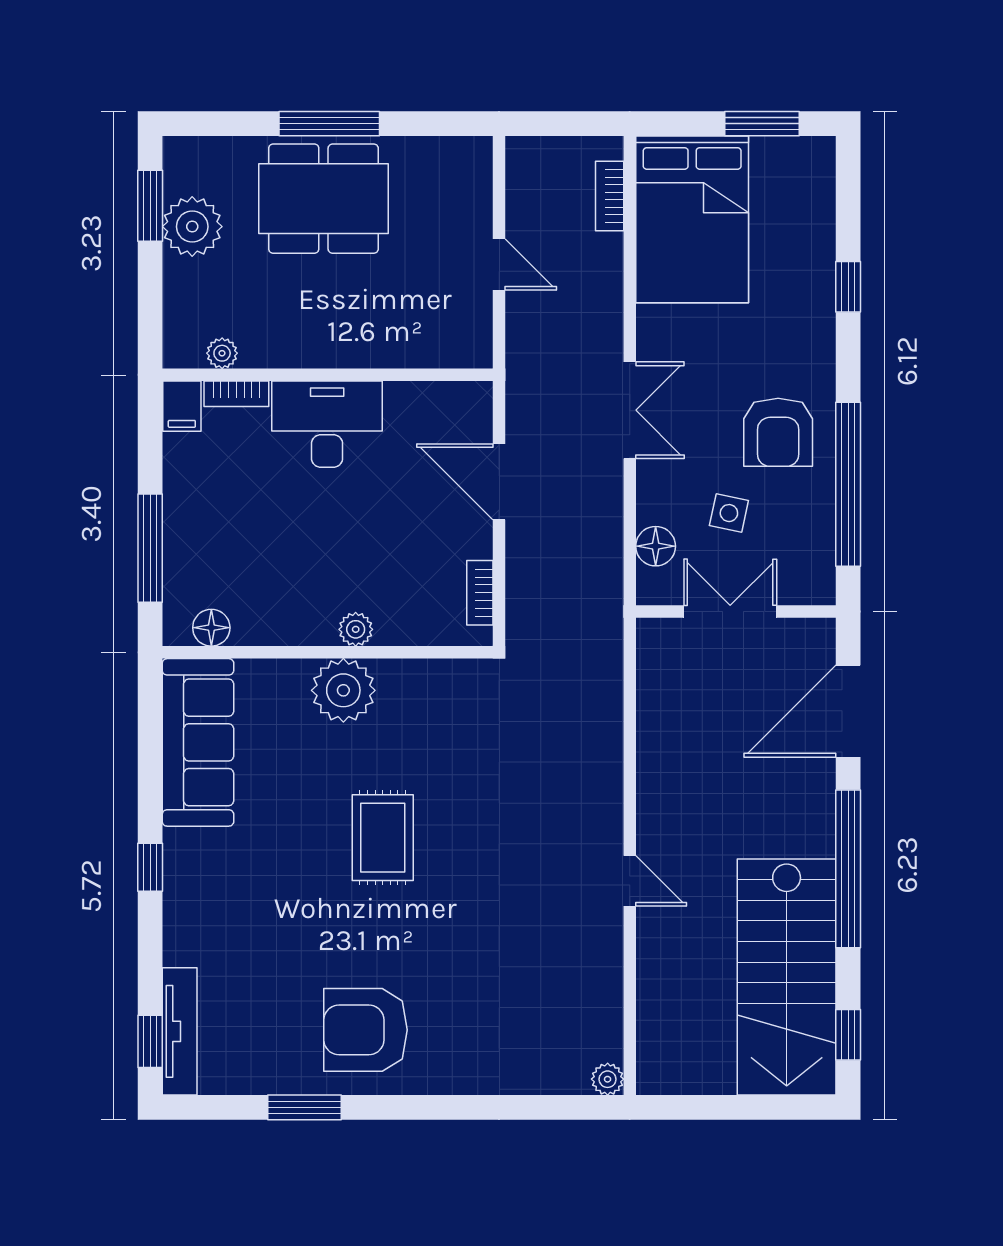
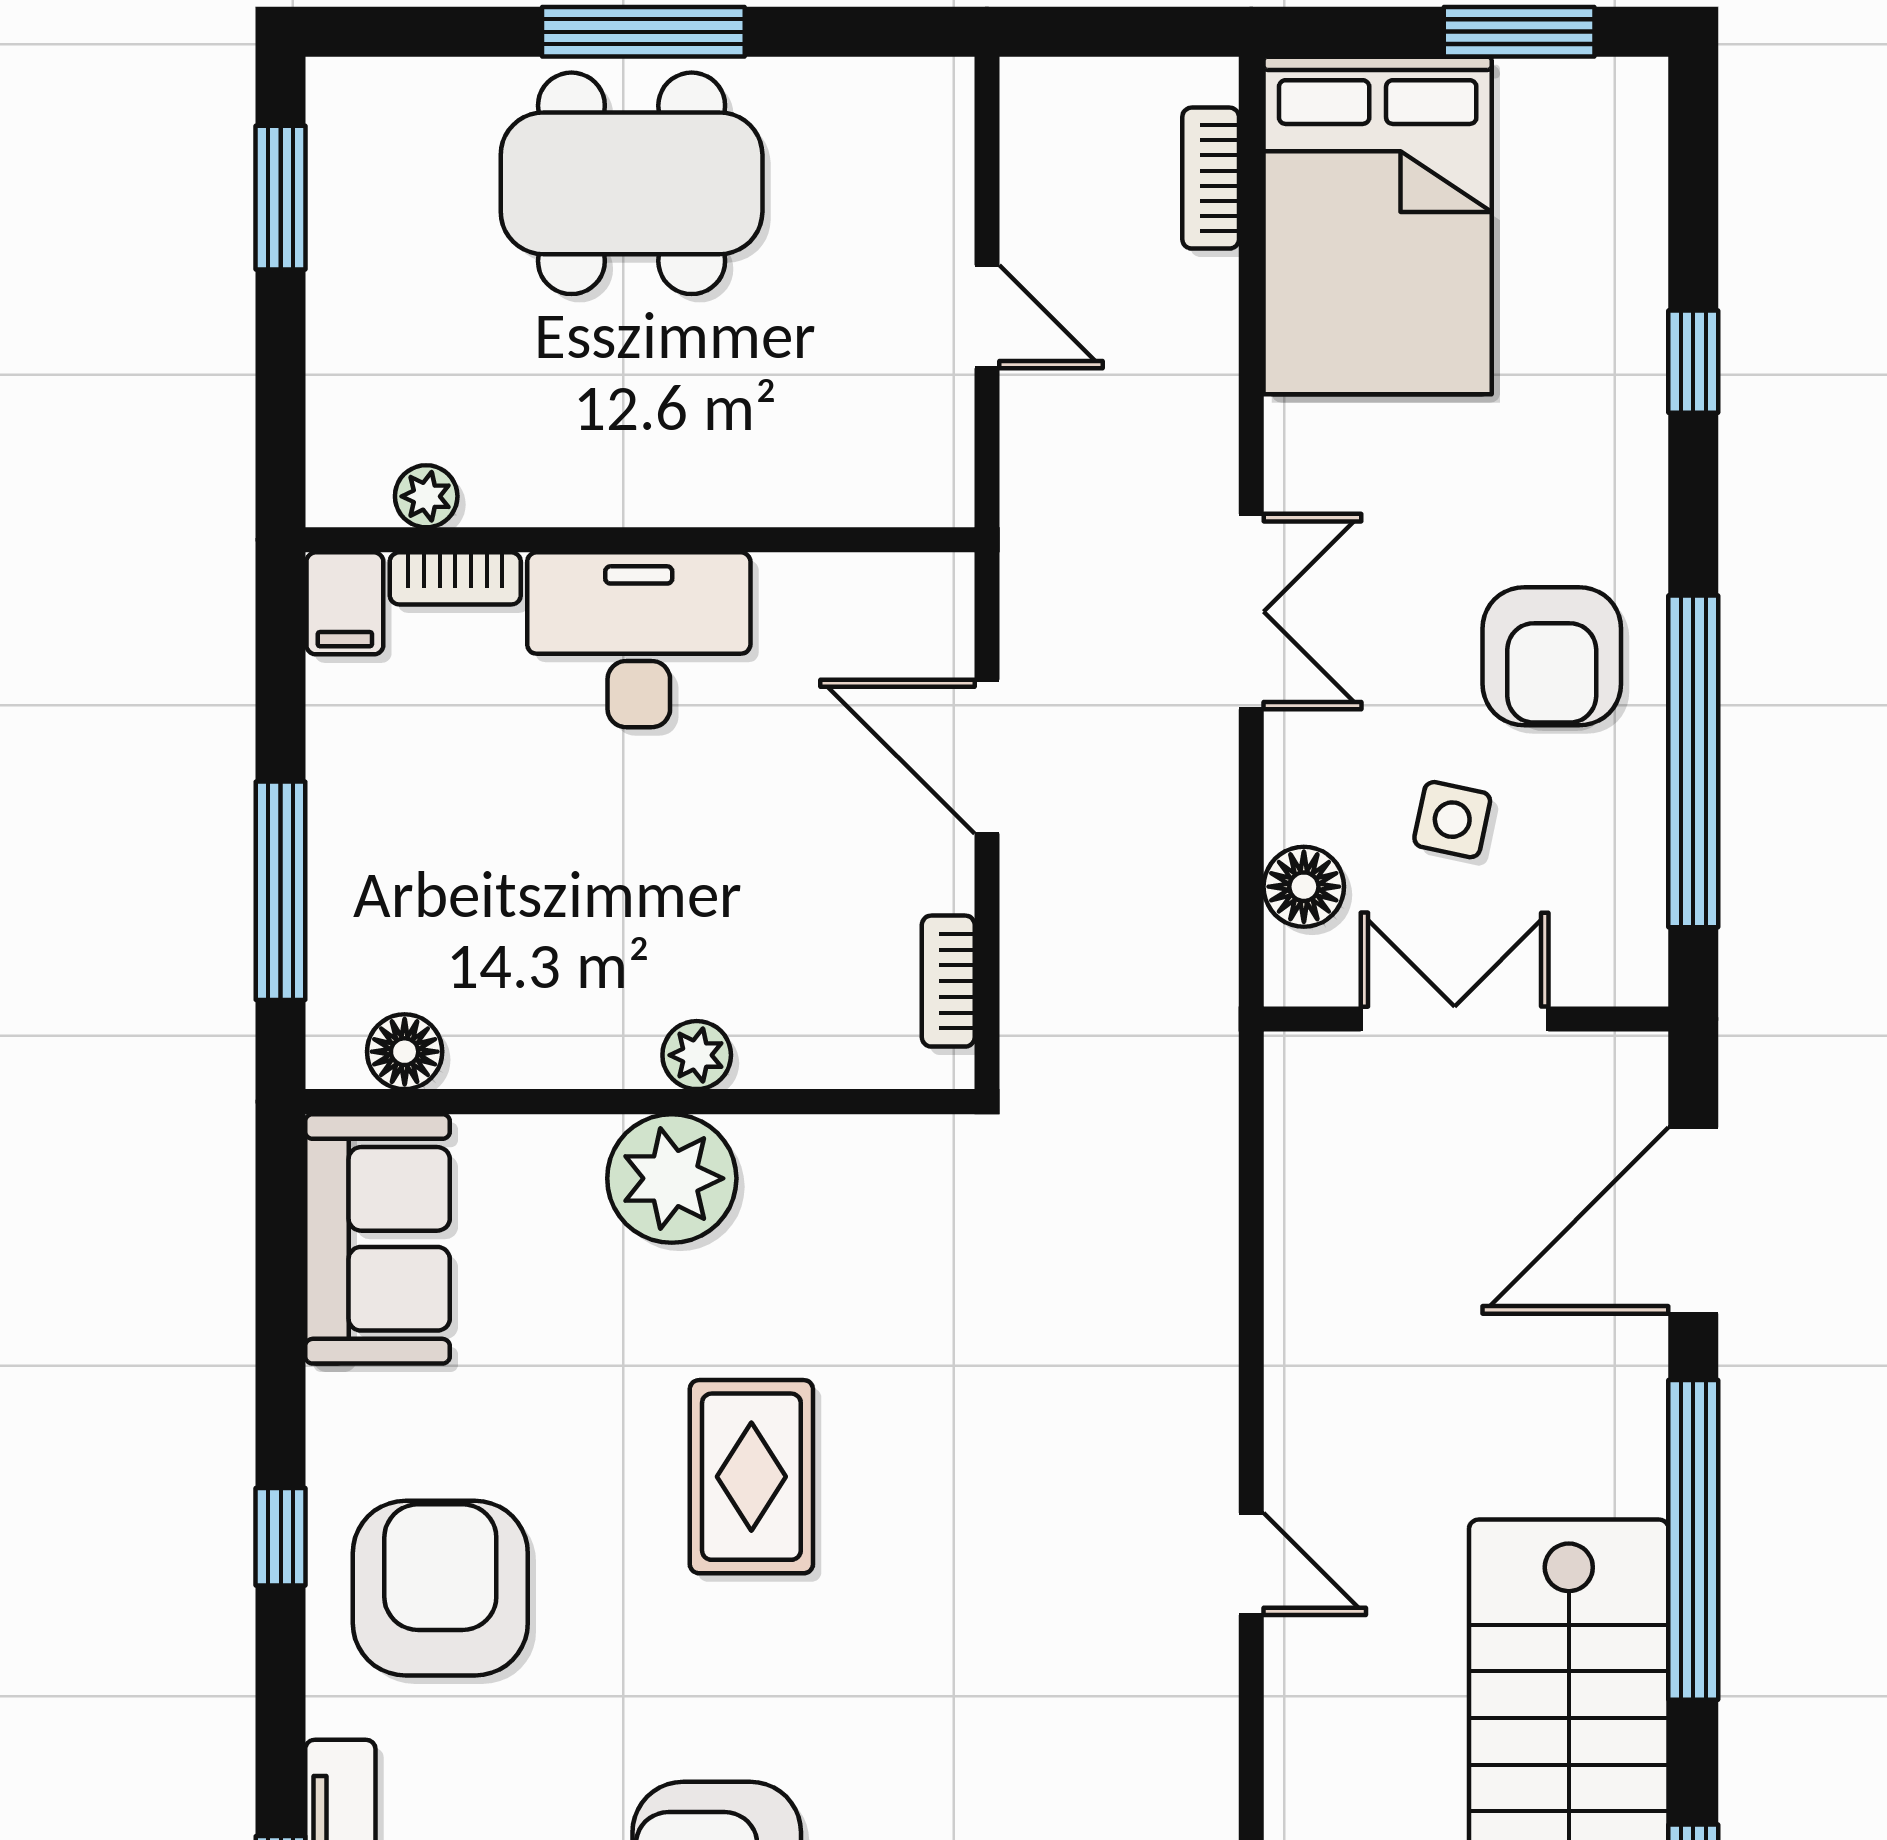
plant: (192, 227) -> (366, 240), removed
sofa: (198, 742) -> (378, 1239), width x0.73
armchair: (229, 893) -> (440, 1588), added

